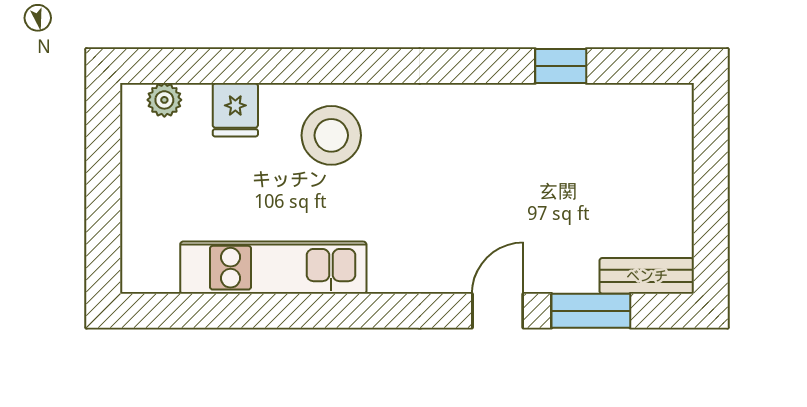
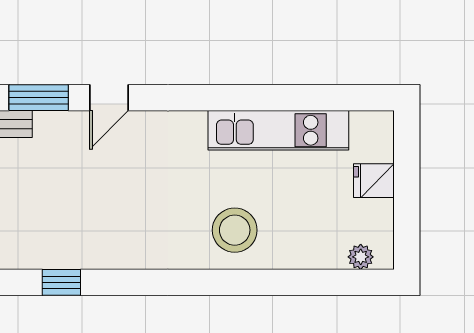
fridge: (235, 110) -> (374, 181), moved, turned -90

